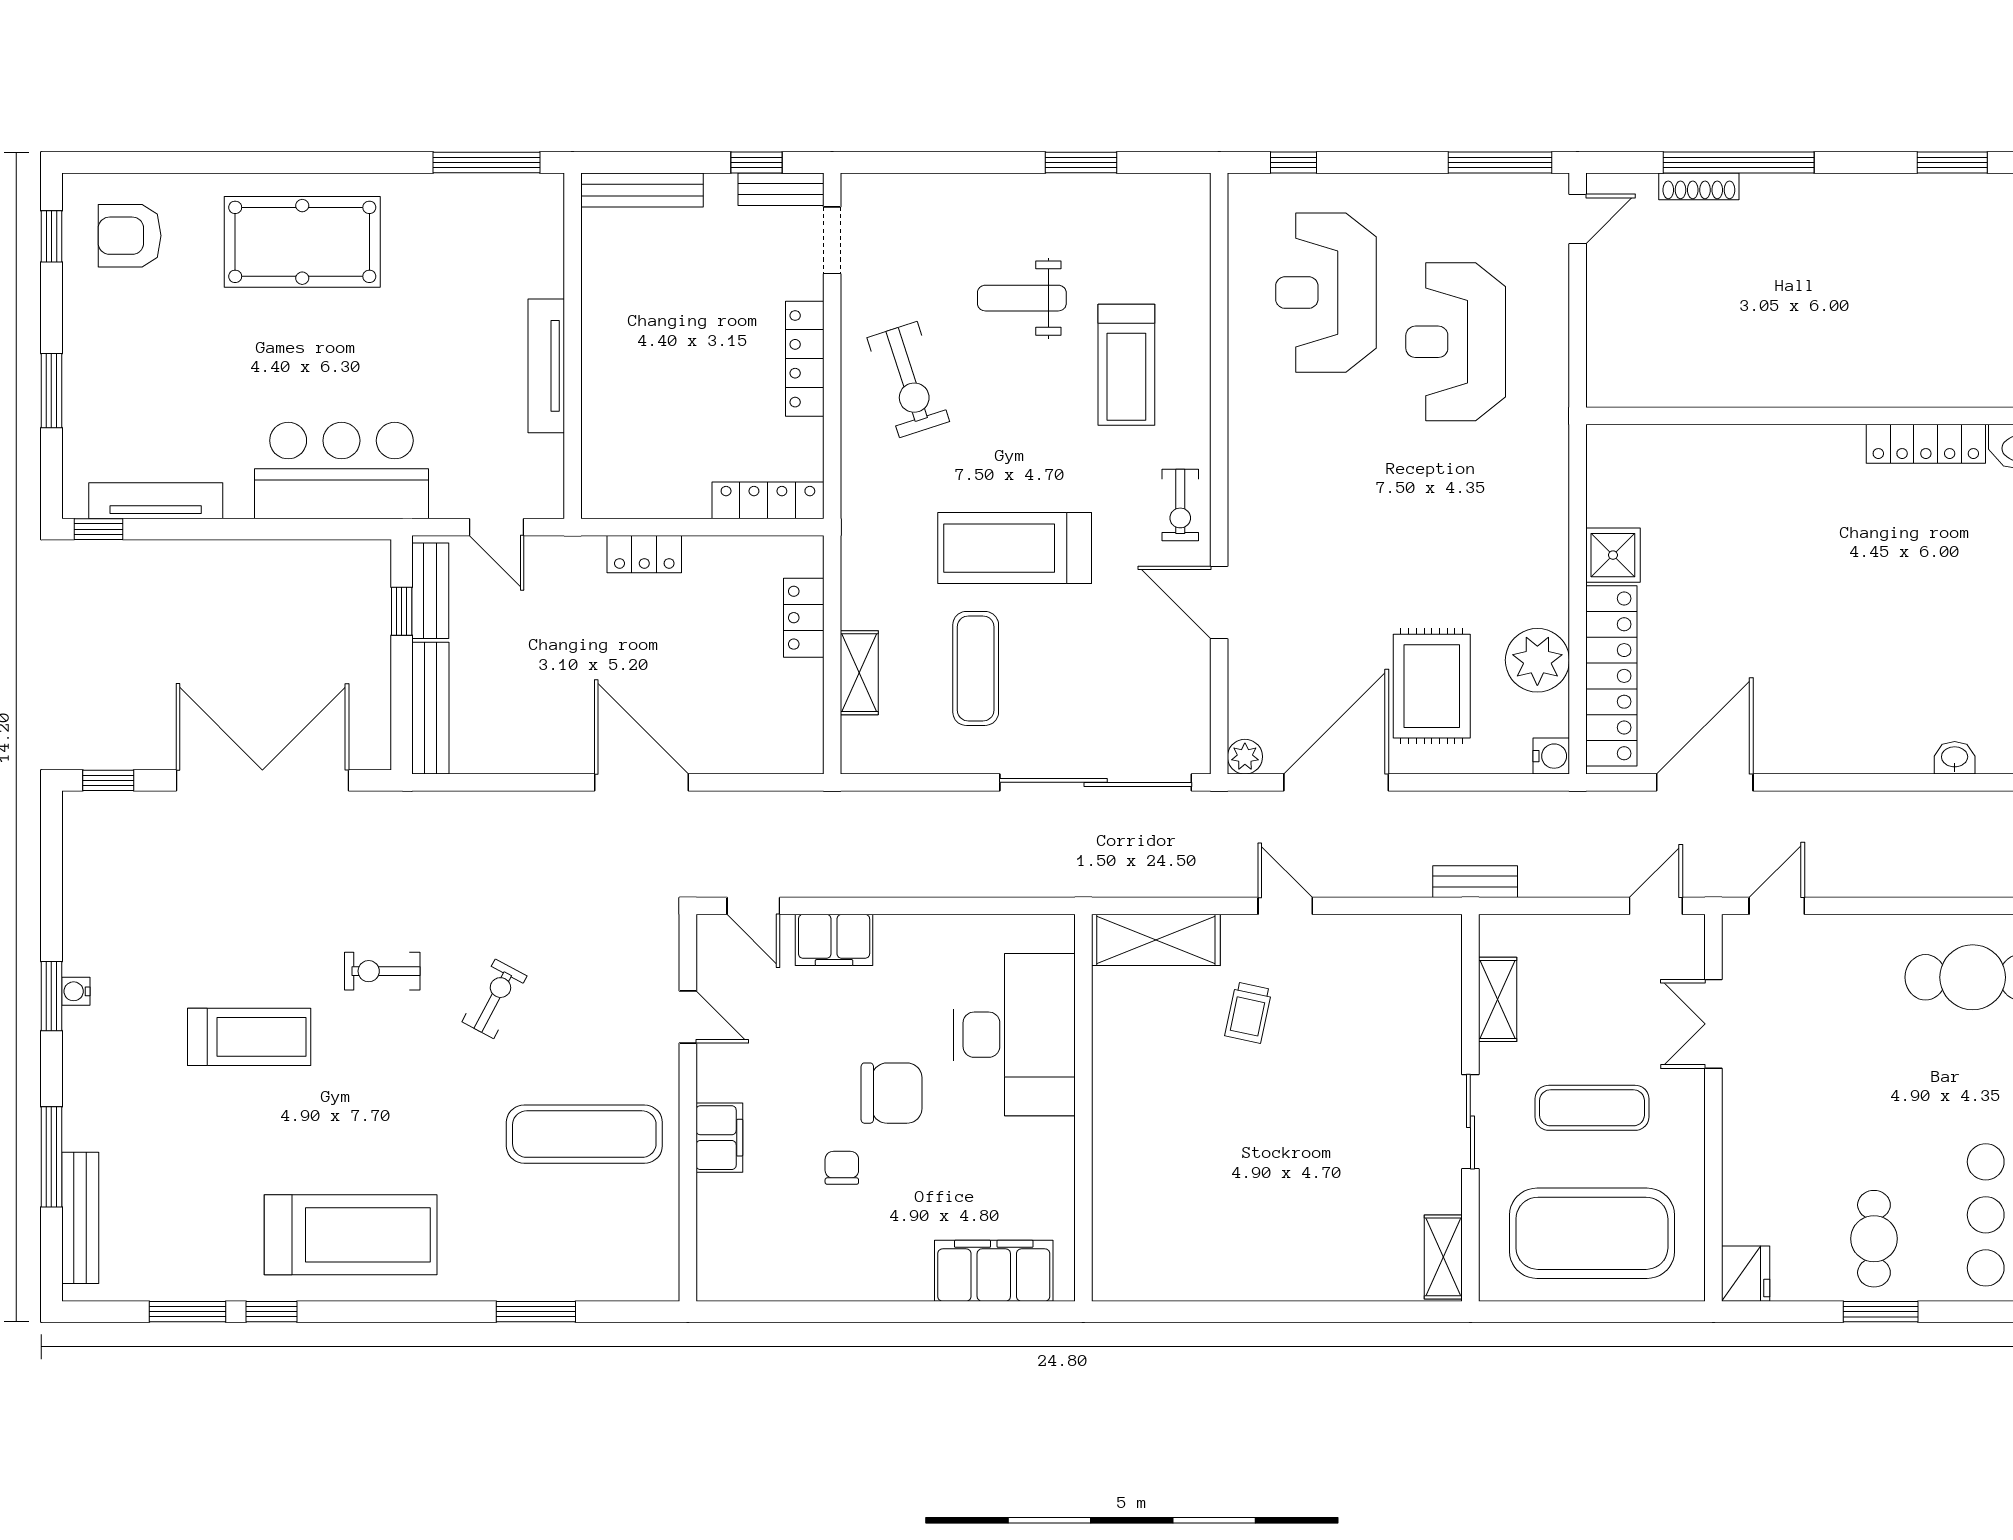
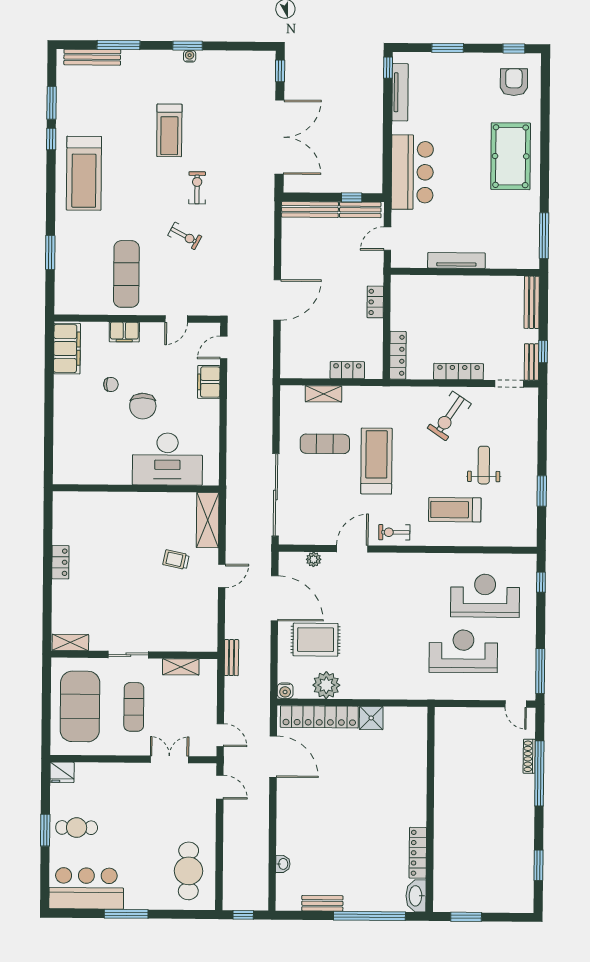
exercise bike: (908, 380) -> (449, 416), turned -38
plant: (1245, 757) -> (314, 559), moved
filing cabinet: (994, 1271) -> (67, 349), moved
locker: (1257, 1282) -> (60, 562), added

